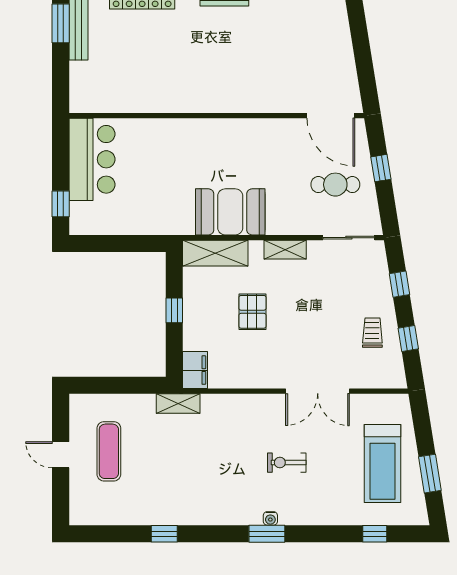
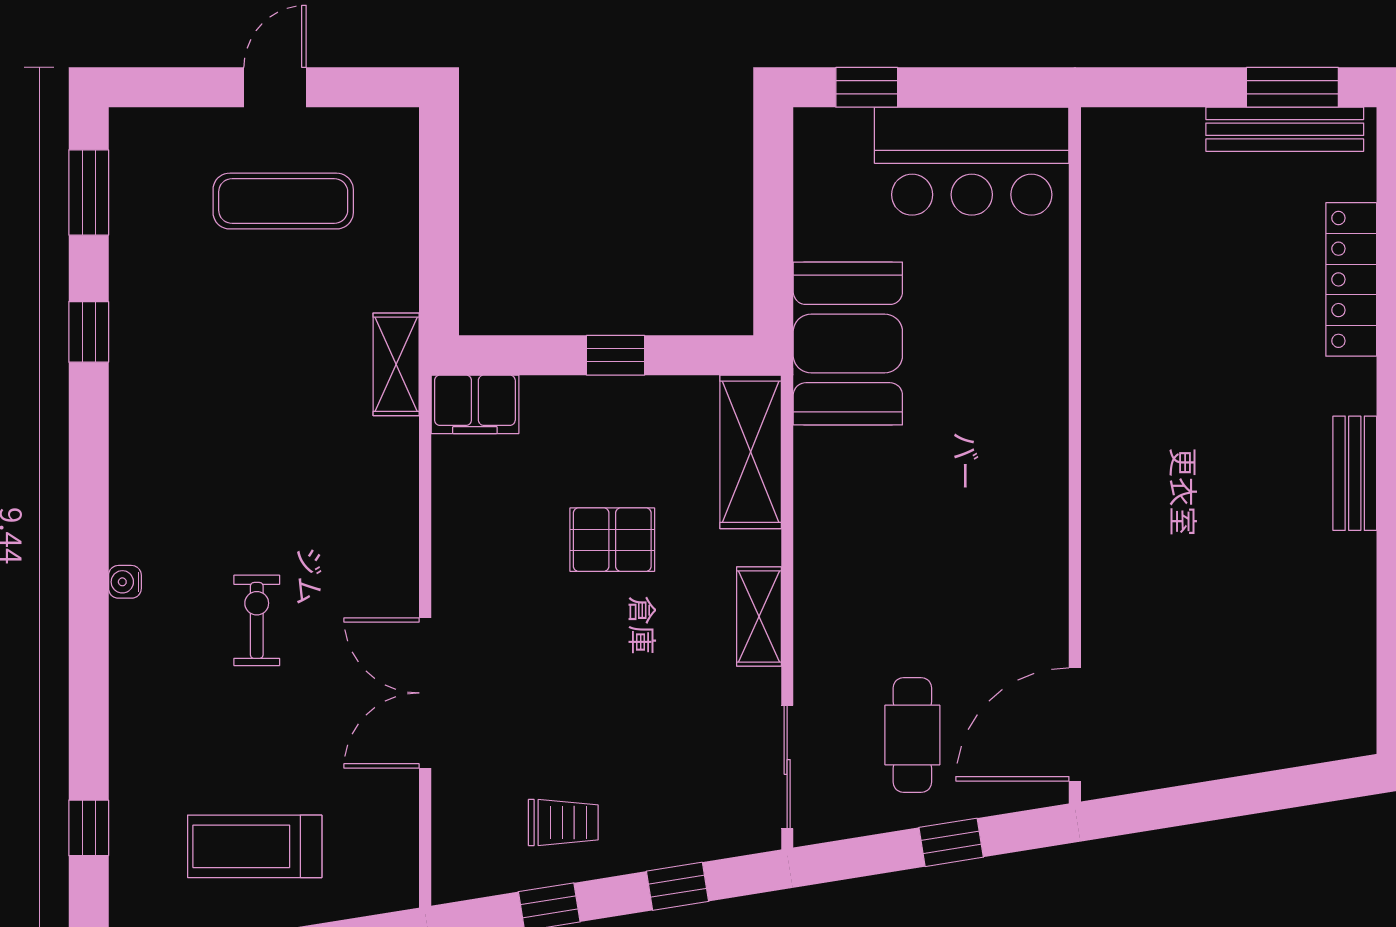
booth: (230, 212) -> (848, 344), moved
treadmill: (383, 463) -> (255, 846), width x0.73, depth x0.73
window: (267, 534) -> (89, 192), moved

